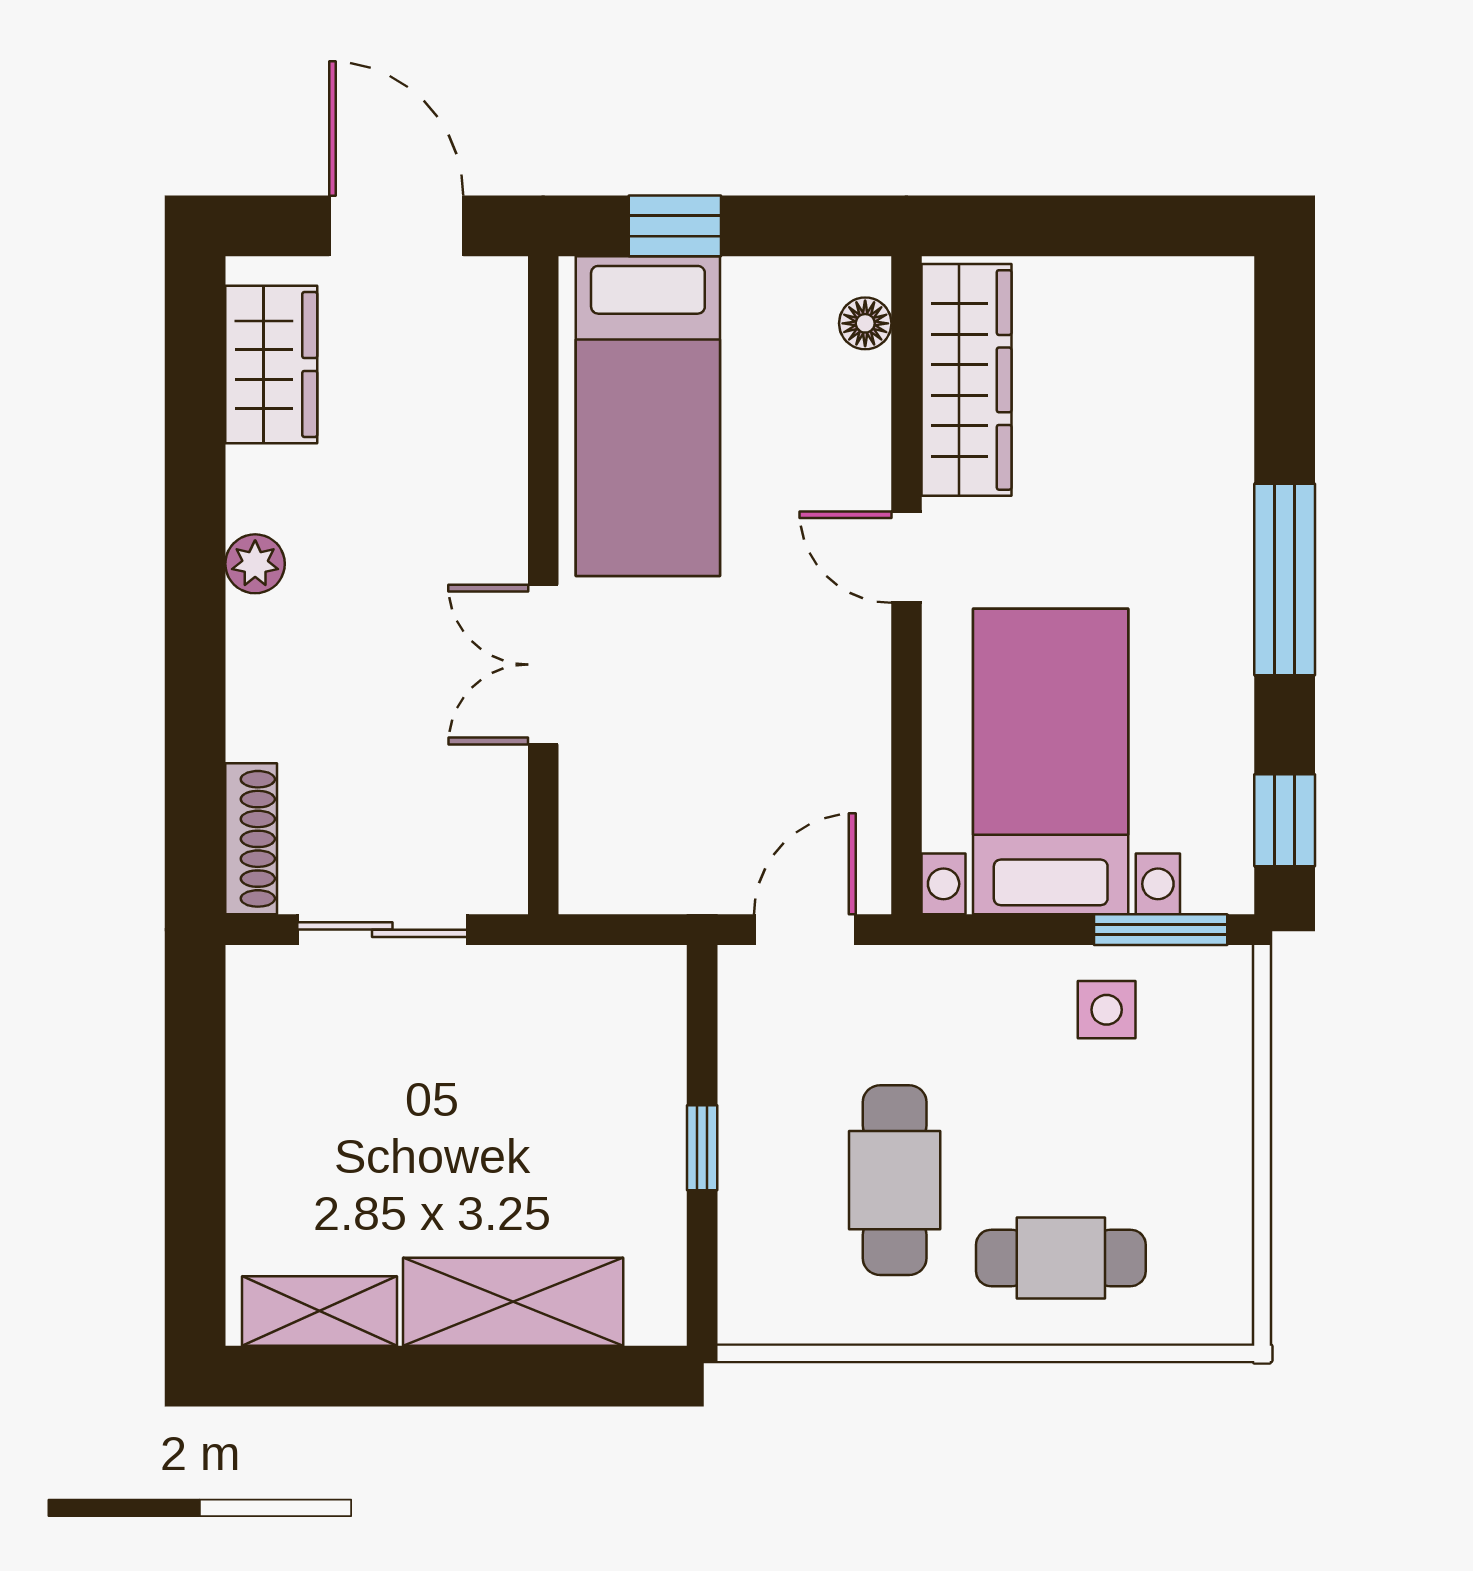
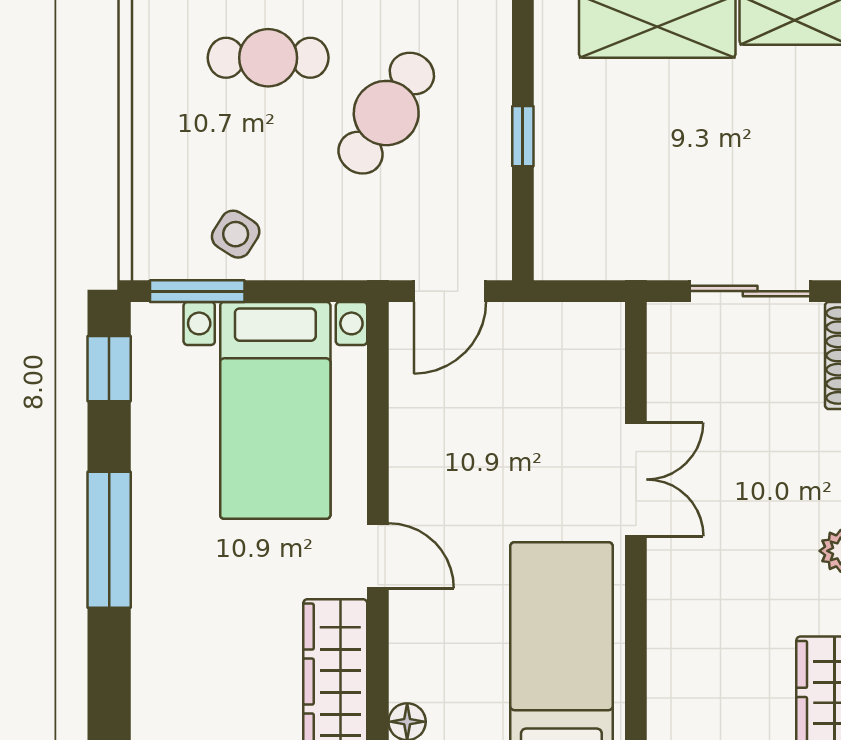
side table: (1107, 1010) -> (236, 234), turned 32
cafe table: (895, 1180) -> (386, 113), turned 33

